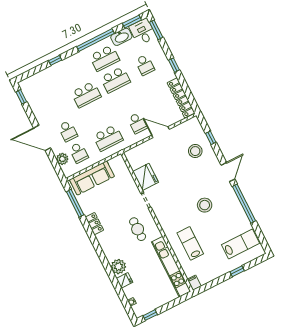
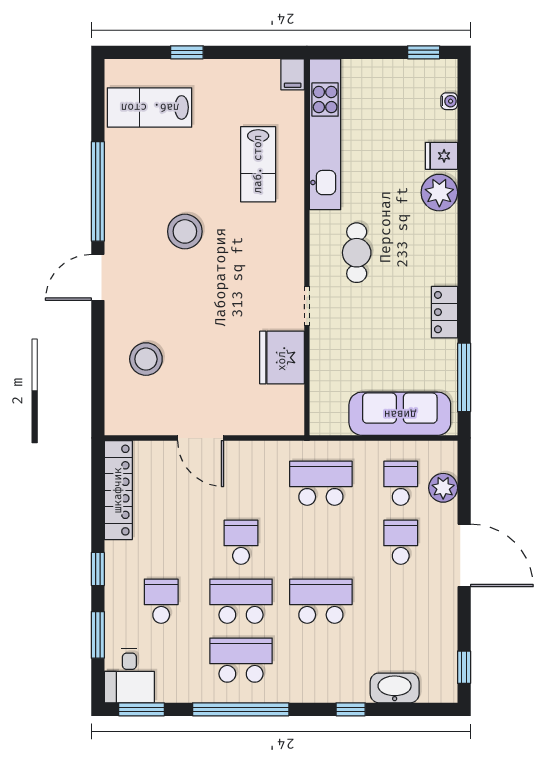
window: (156, 30) -> (98, 635), moved
washbasin: (121, 37) -> (395, 688), moved
school desk: (137, 123) -> (241, 542), moved
window: (211, 138) -> (98, 371), removed

